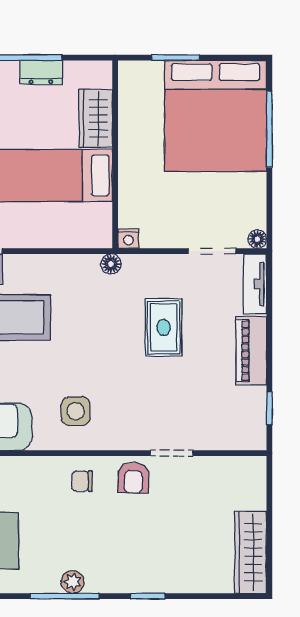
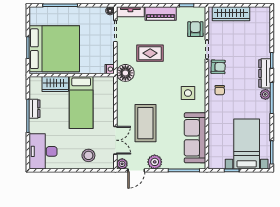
bed: (216, 116) -> (54, 49), moved
floor lamp: (111, 264) -> (125, 73), width x1.89, depth x1.89
armchair: (217, 427) -> (195, 29), added
wardrobe: (251, 552) -> (231, 14), moved
dresser: (119, 581) -> (265, 73), added

